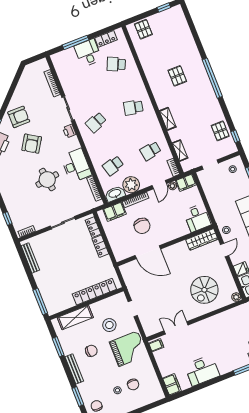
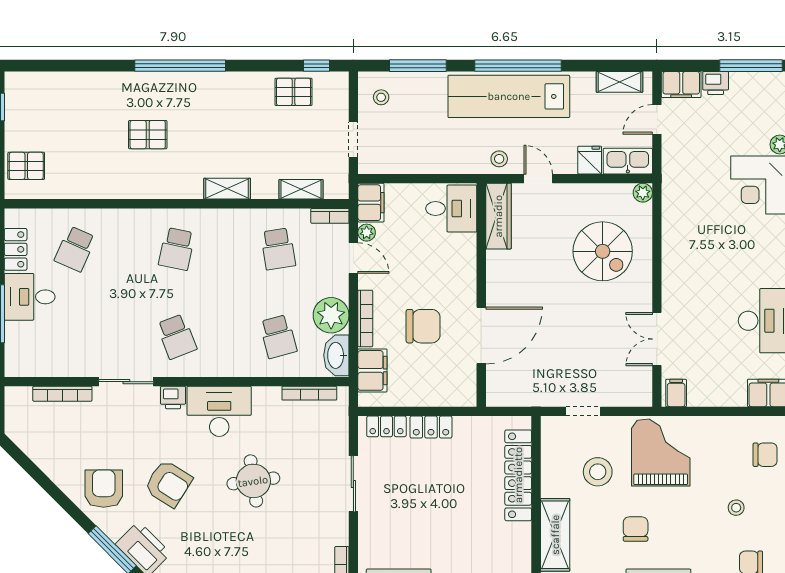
desk: (76, 166) -> (219, 411), moved
chair: (133, 384) -> (765, 455), moved

